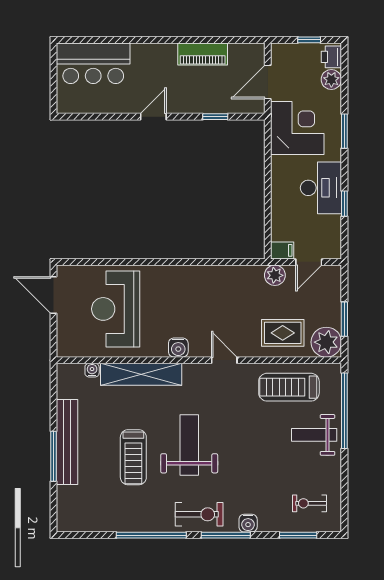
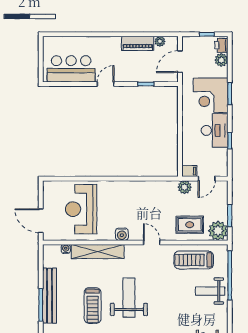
plant: (237, 51) -> (160, 41), added
bar counter: (93, 63) -> (71, 69), moved, turned 180
corner desk: (297, 128) -> (211, 95), moved, turned 180
door: (54, 295) -> (41, 221), moved

